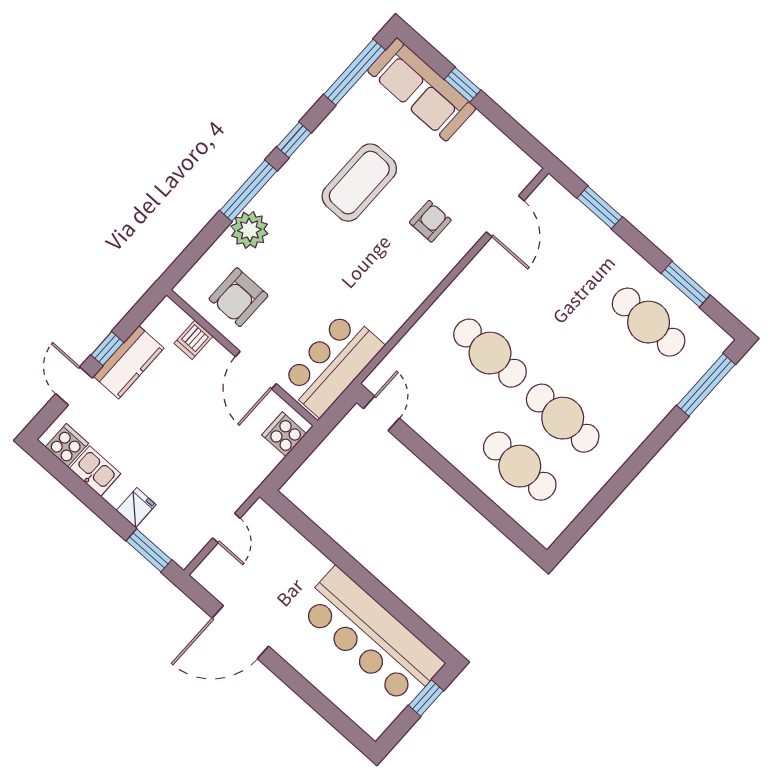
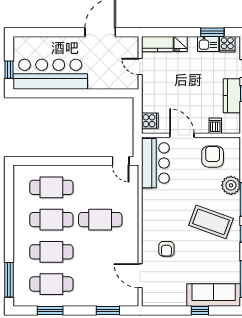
coffee table: (359, 183) -> (211, 222), moved, turned -70
cafe table: (606, 370) -> (51, 252), added
kitchen counter: (171, 538) -> (157, 44), added
window: (149, 550) -> (212, 32), moved

